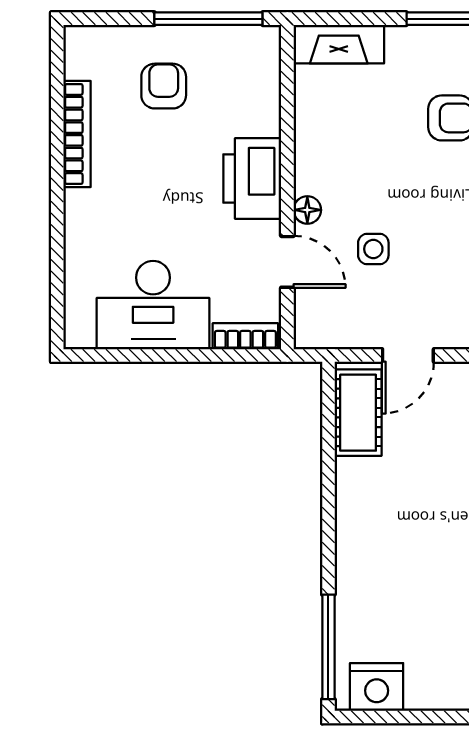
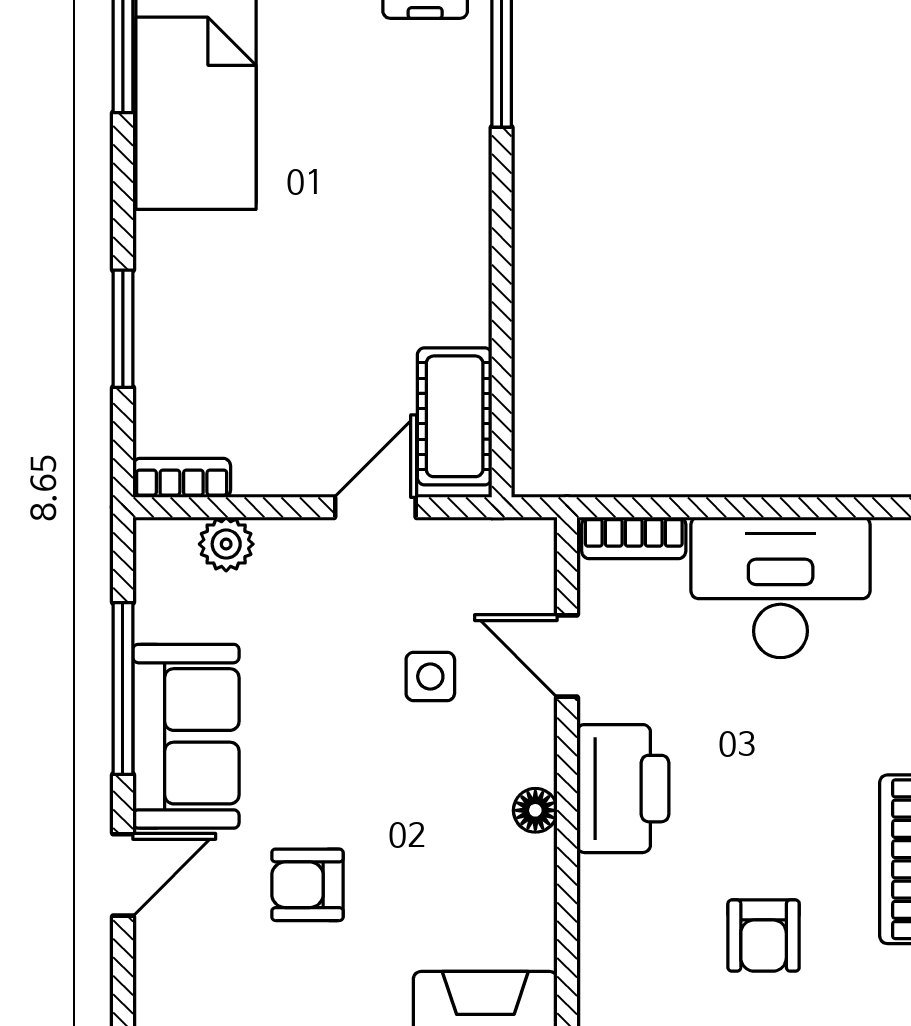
floor lamp: (307, 210) -> (535, 810), moved

